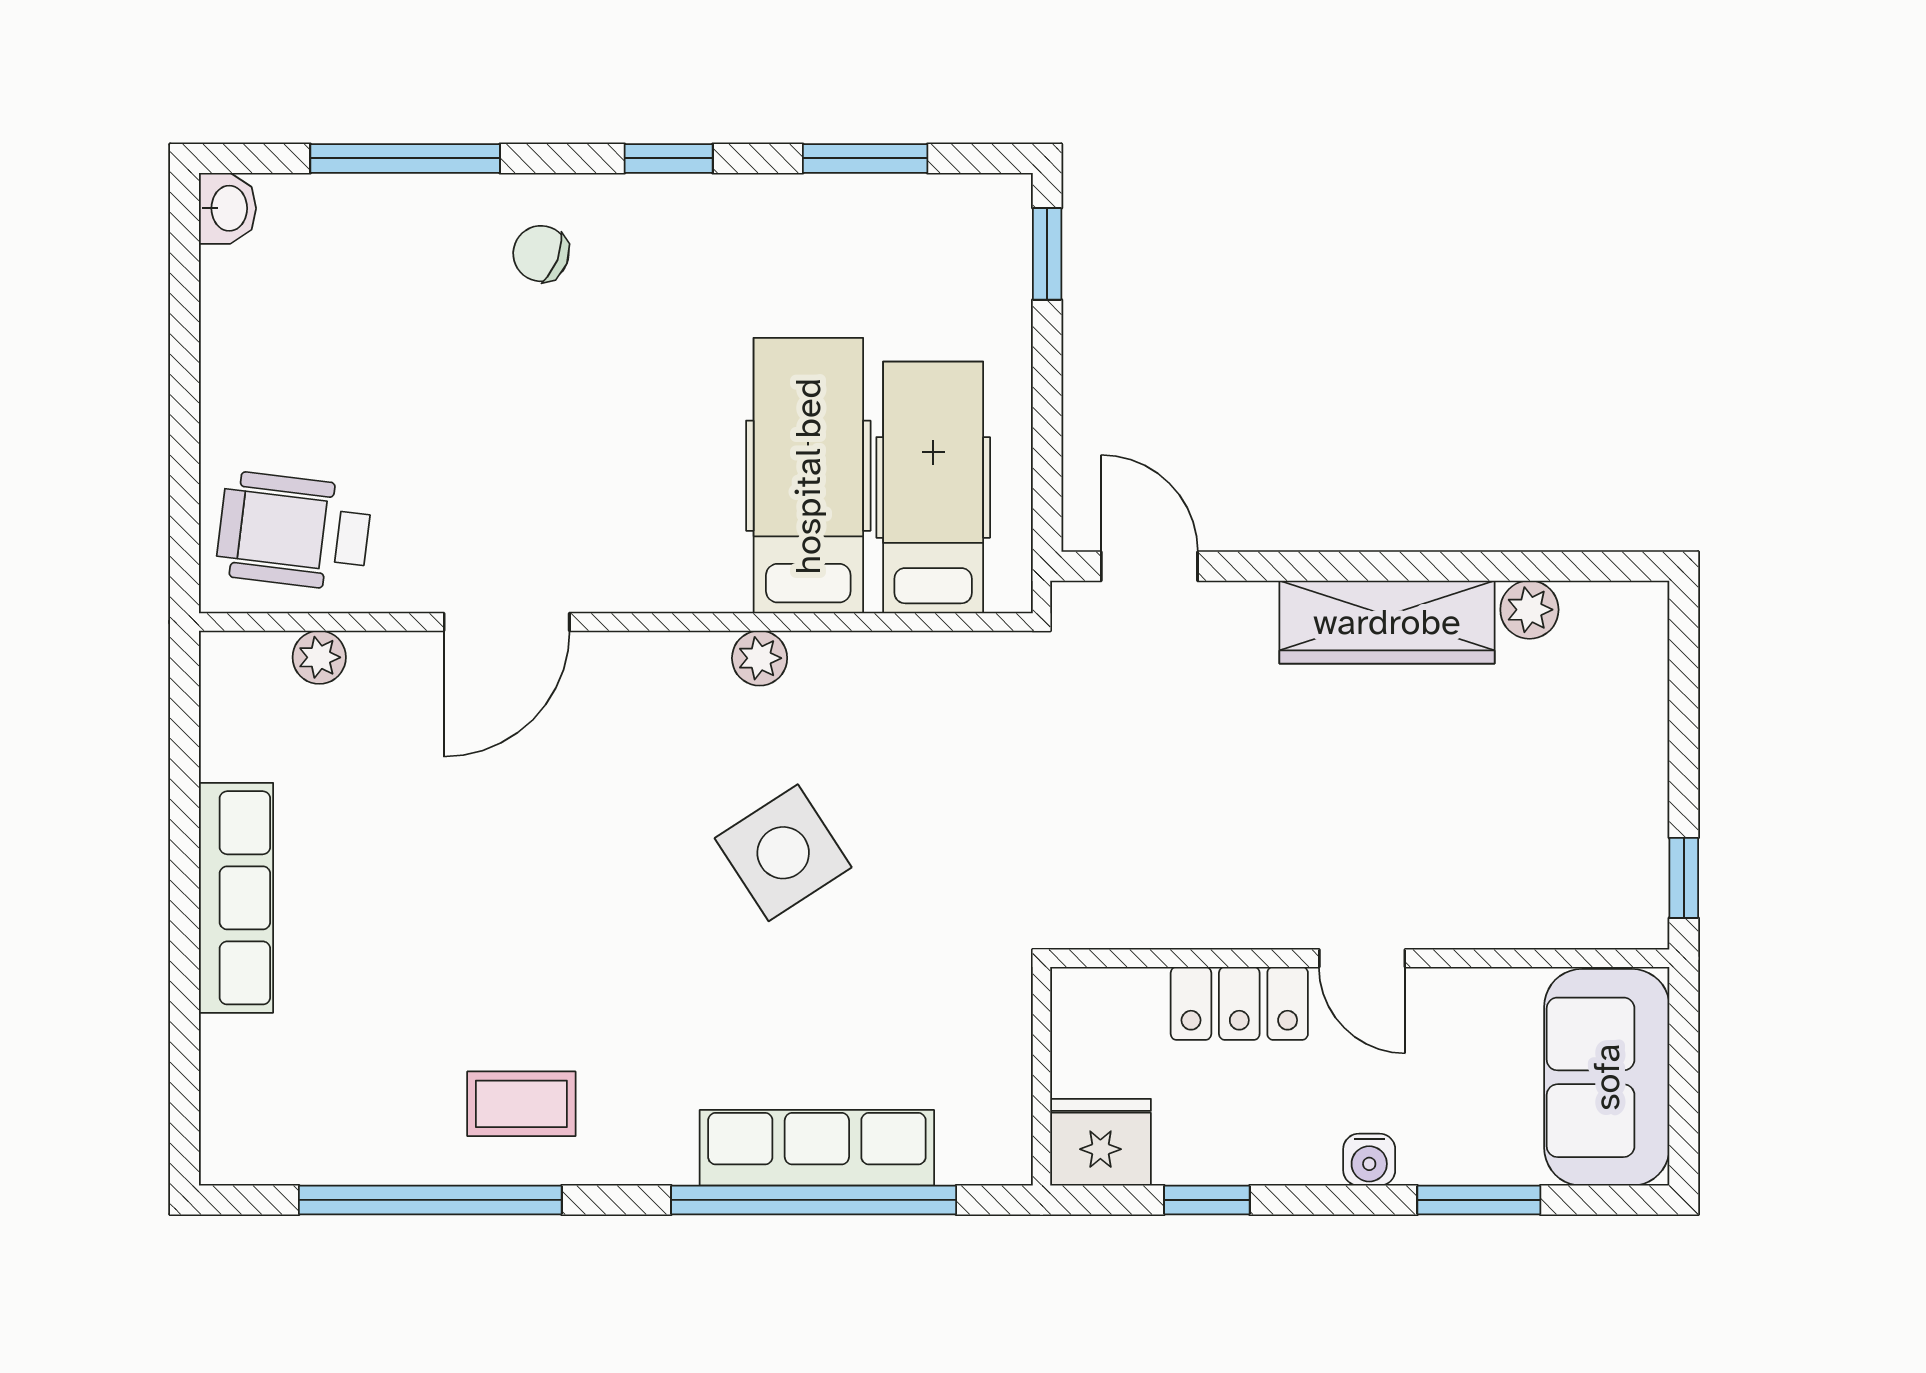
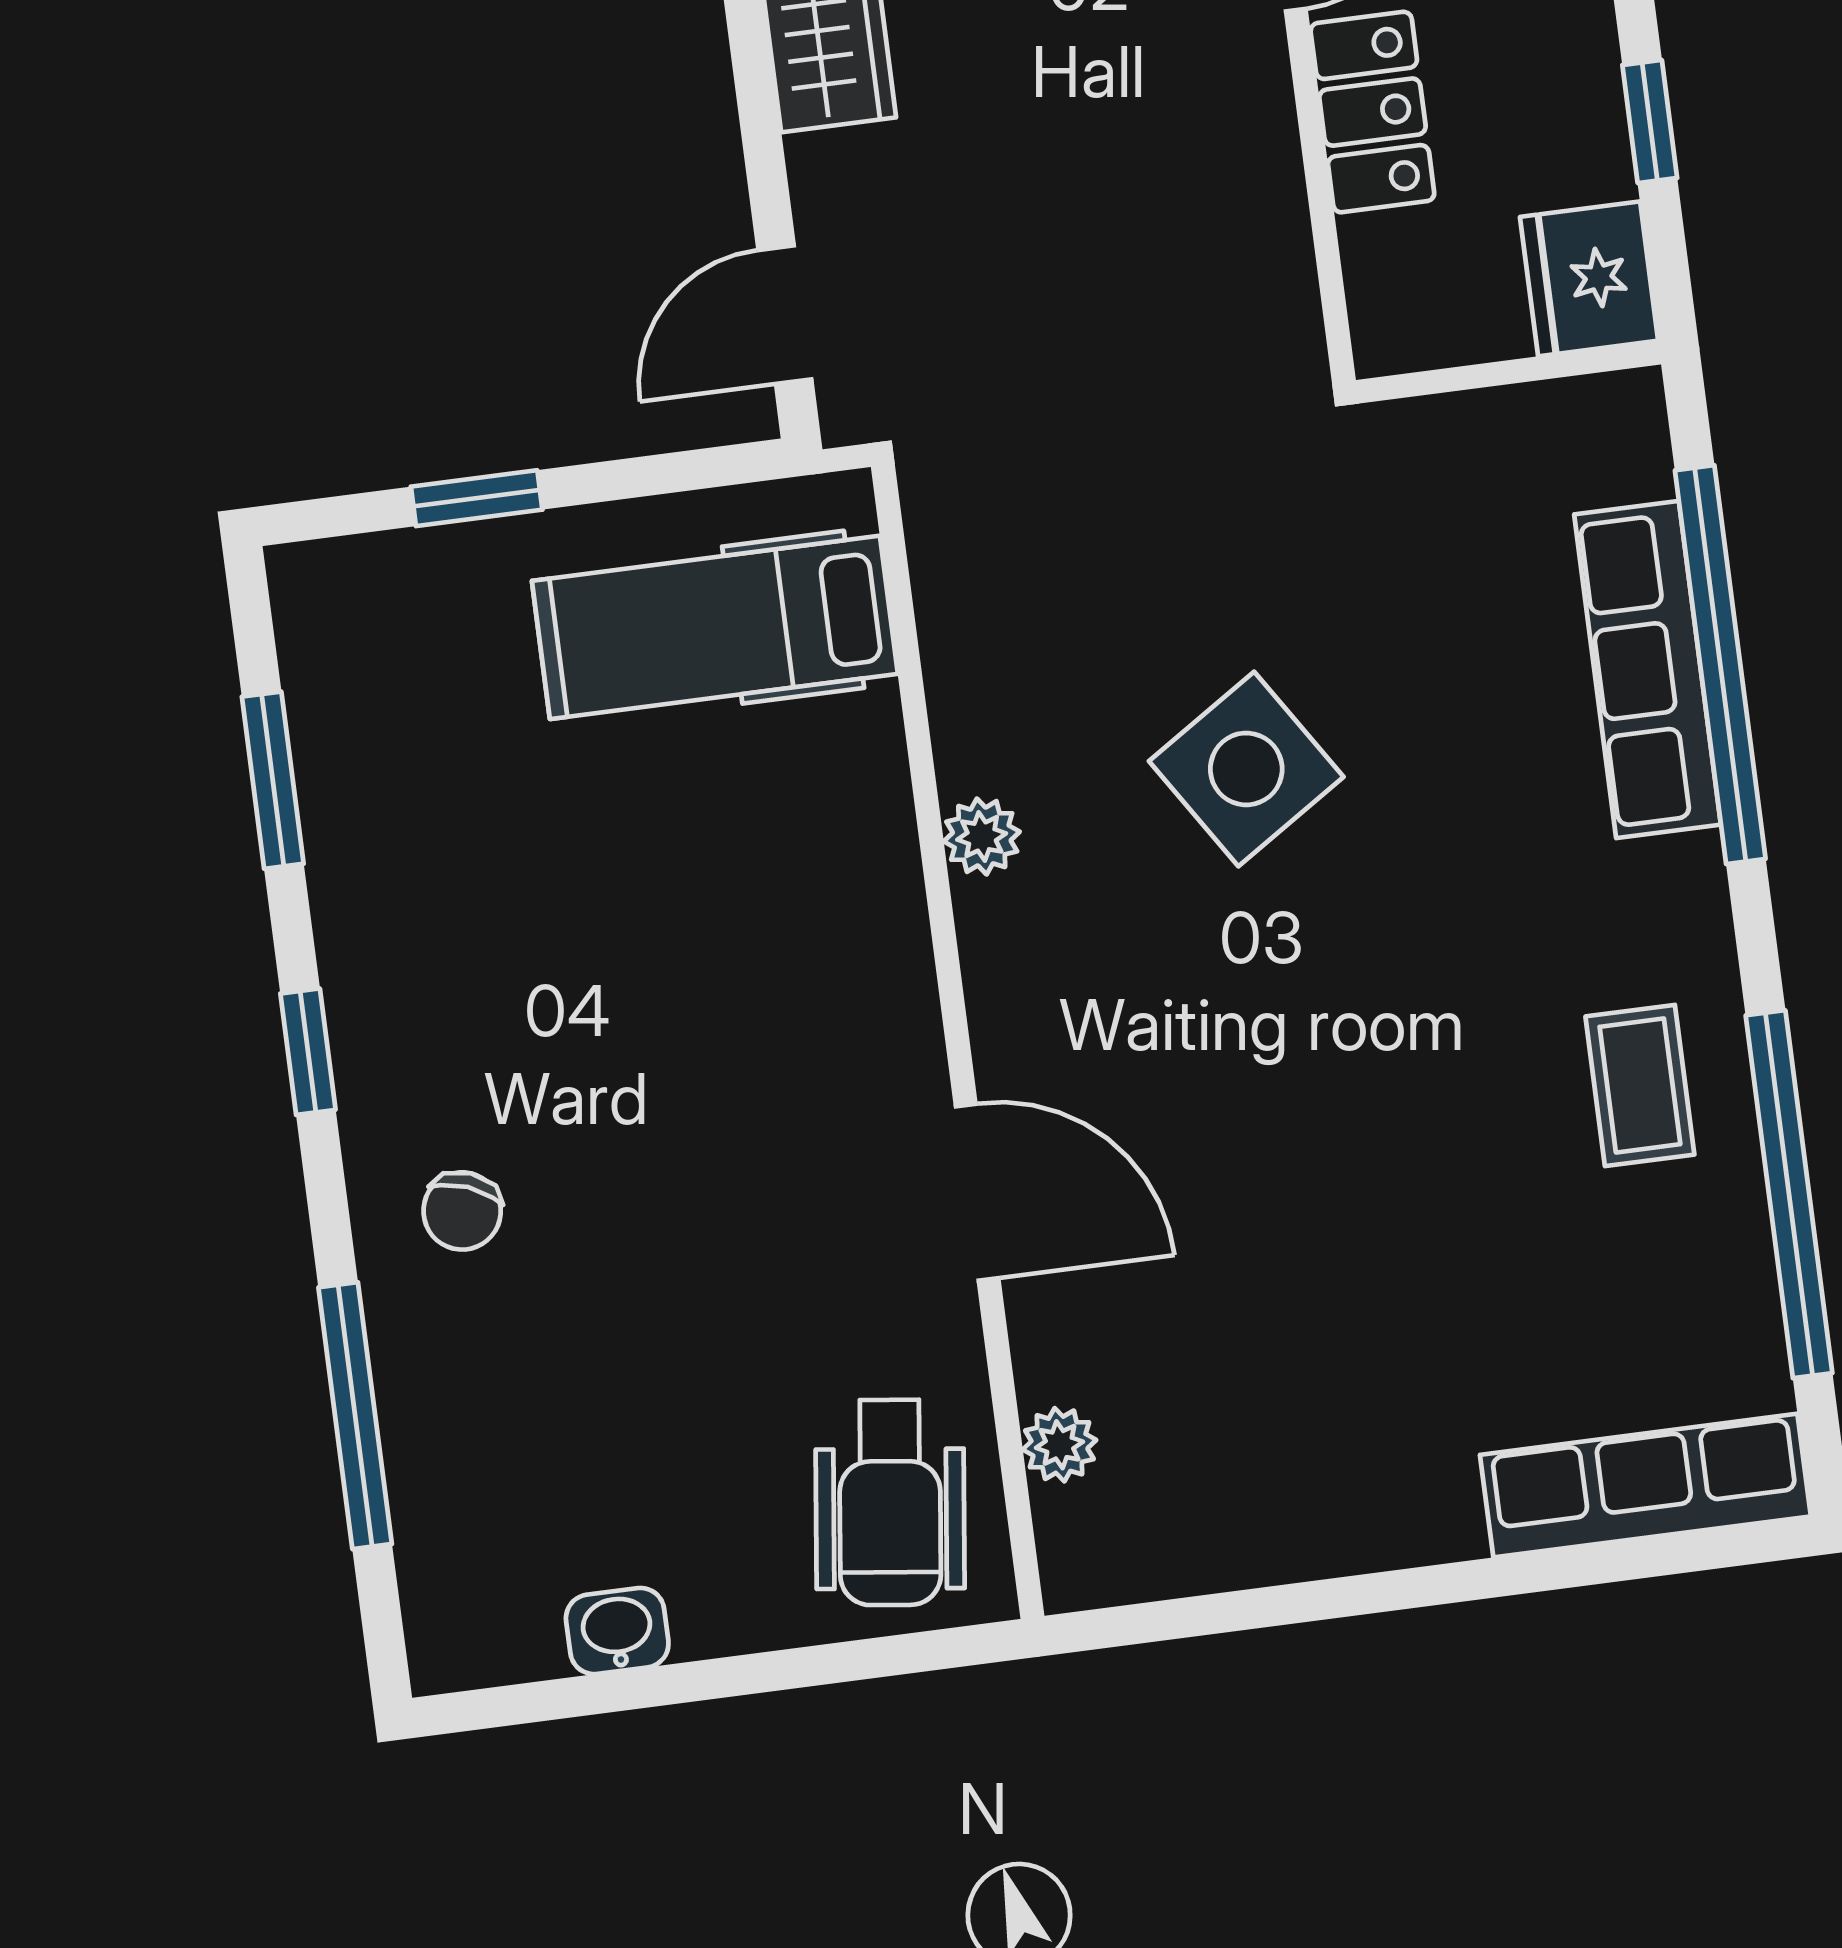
washbasin: (227, 208) -> (617, 1631), moved
window: (1047, 254) -> (477, 498), moved
hospital bed: (808, 476) -> (721, 802), removed
row of seats: (236, 898) -> (1645, 1486), moved

